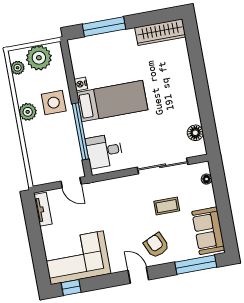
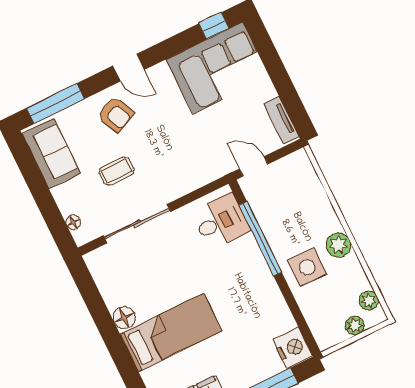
plant: (39, 58) -> (355, 326), width x0.53, depth x0.53
nightstand: (81, 84) -> (293, 348), moved, width x1.89, depth x1.79
bed: (112, 101) -> (171, 332), moved, turned 180
floor lamp: (195, 133) -> (124, 318), moved

